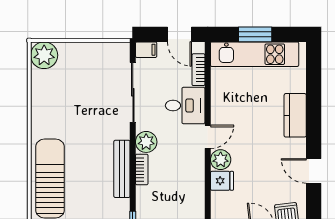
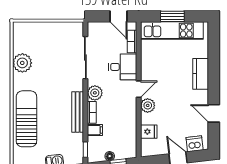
filing cabinet: (146, 50) -> (95, 130), moved
plant: (44, 55) -> (22, 63), moved
fridge: (222, 181) -> (149, 132), moved

